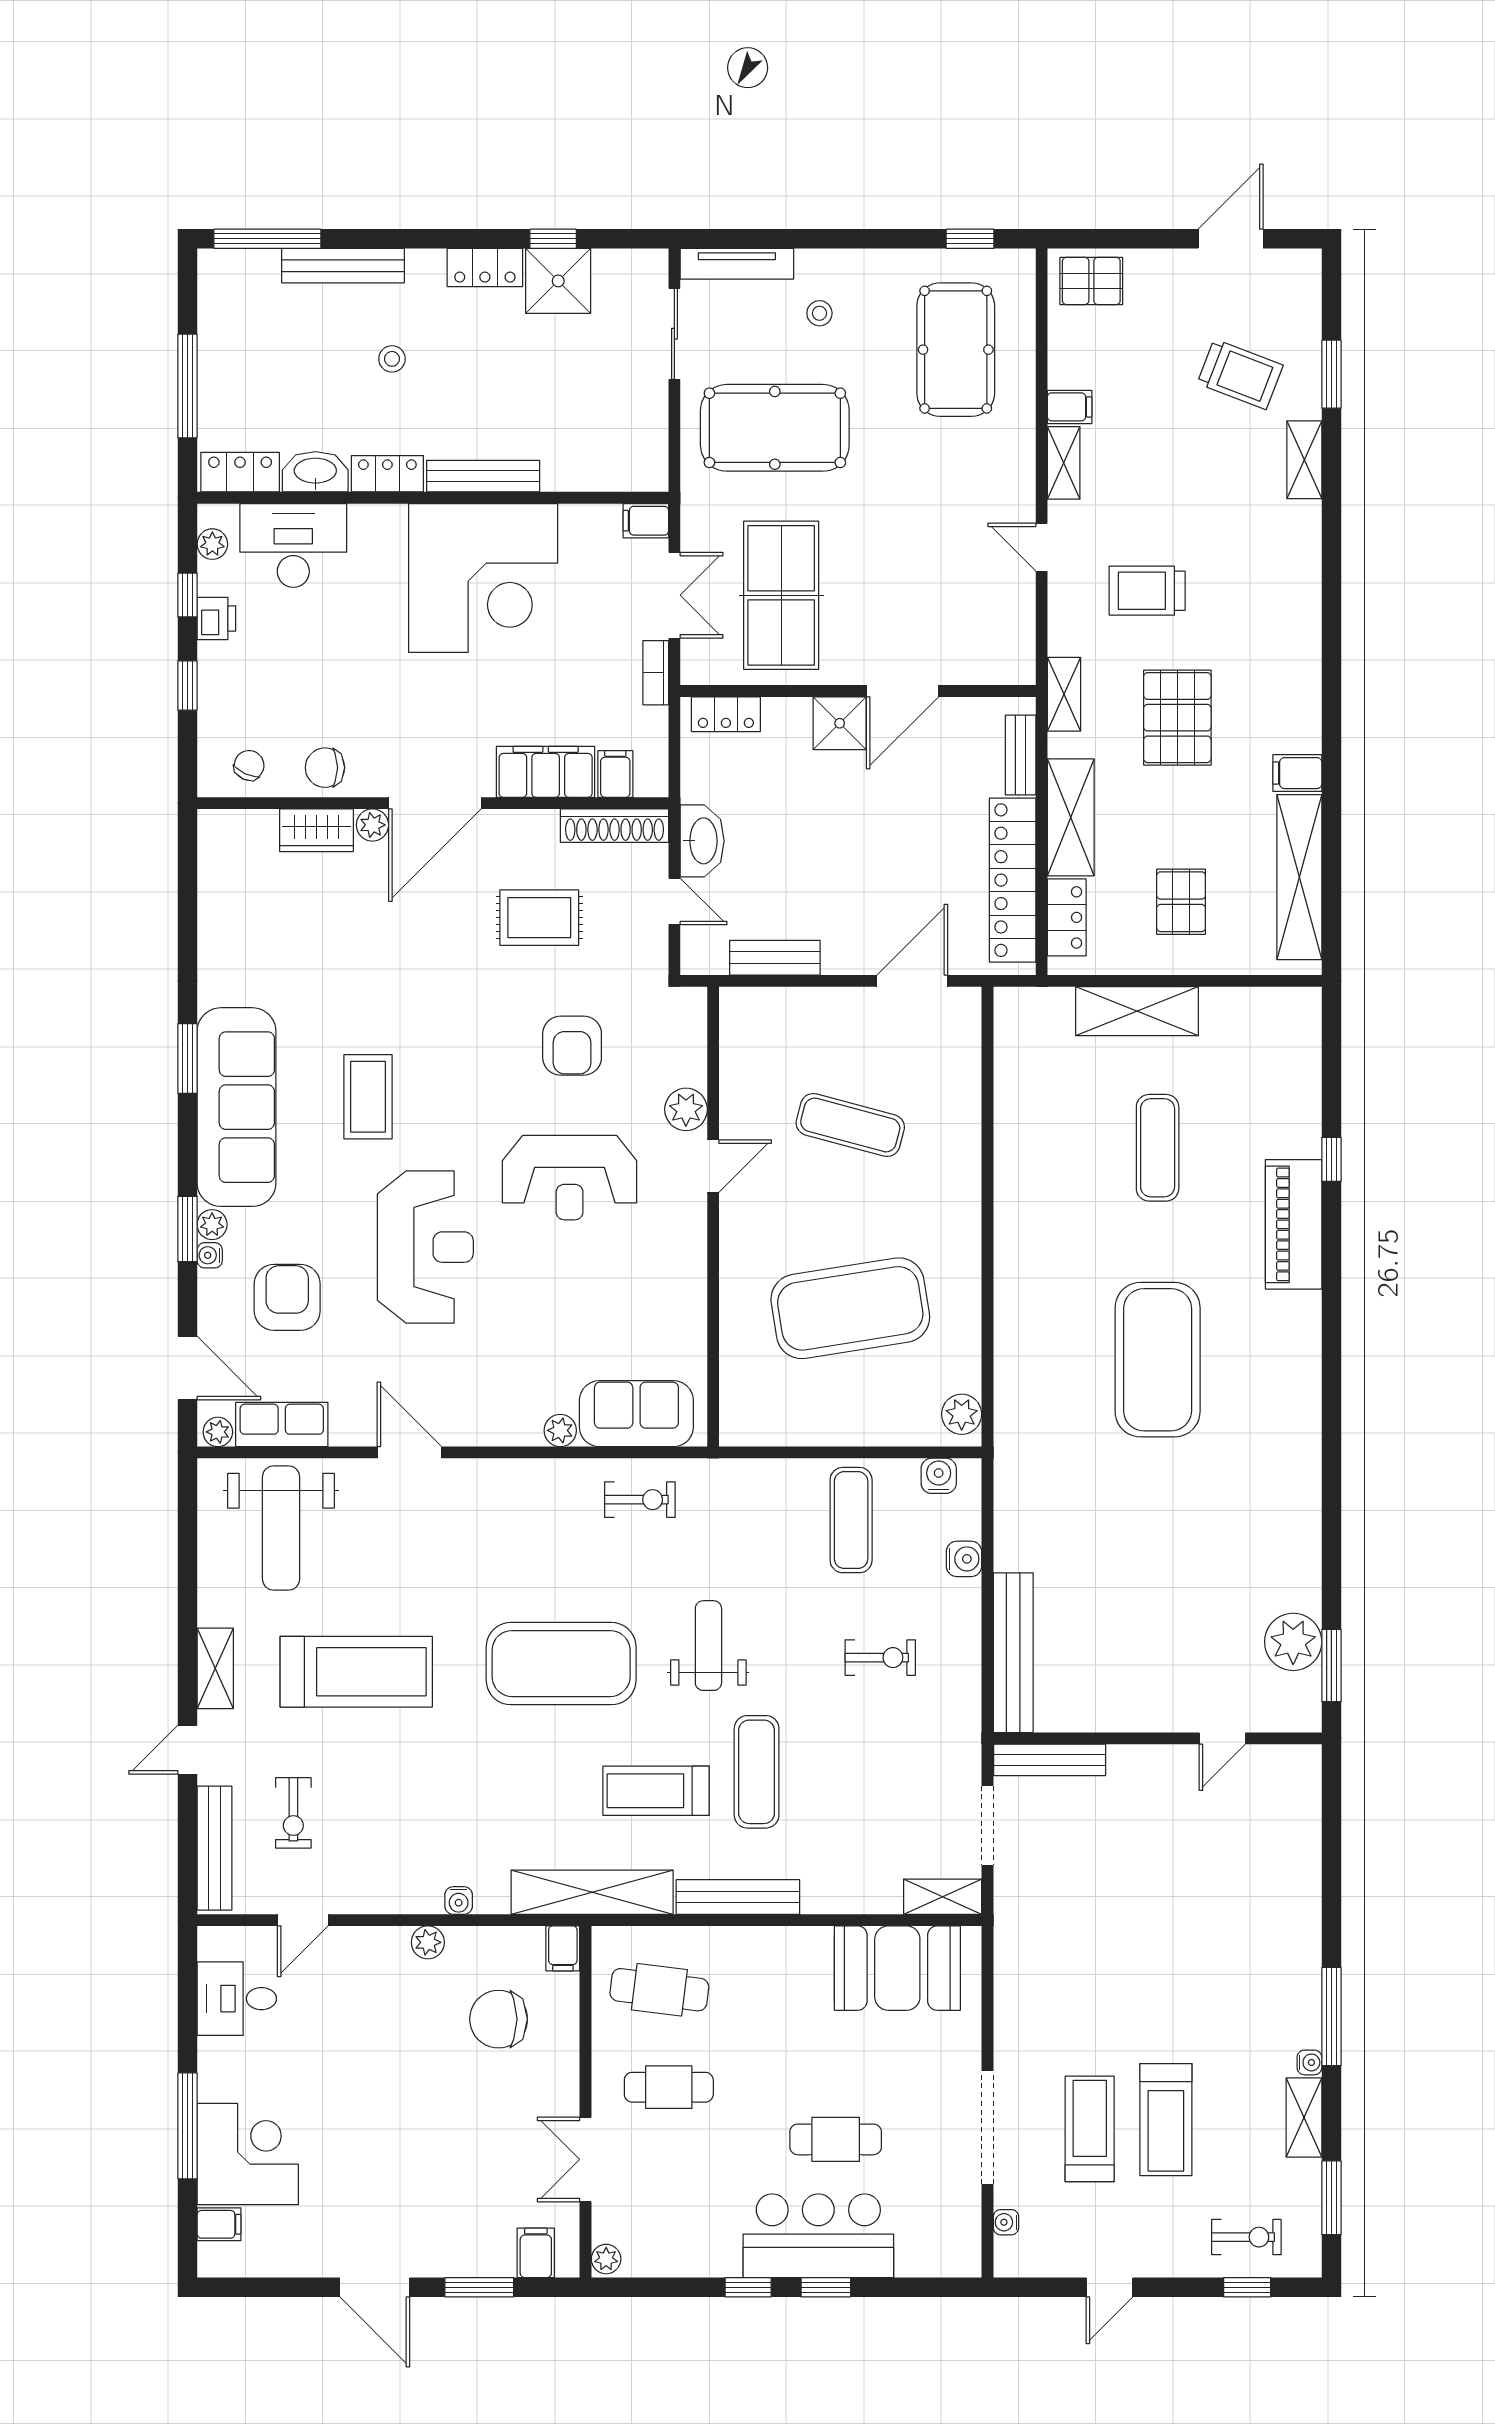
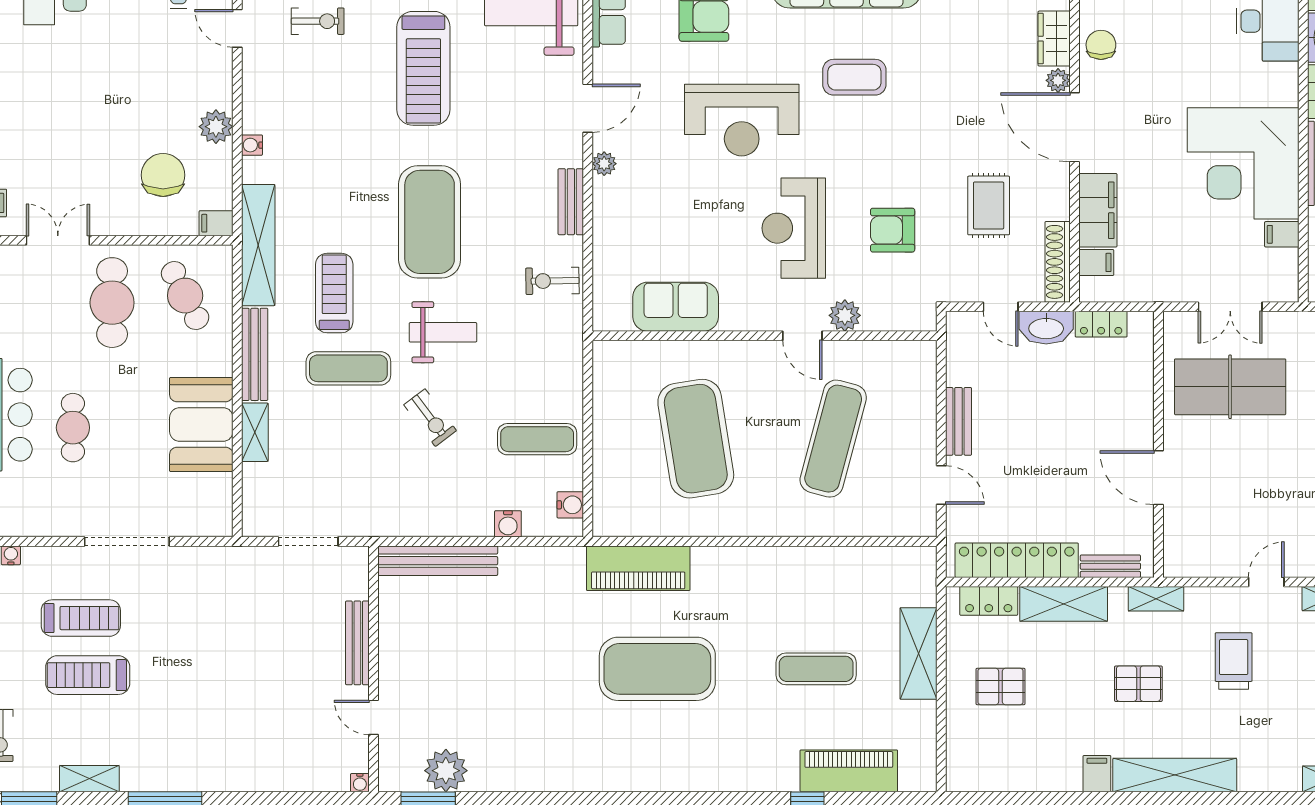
filing cabinet: (646, 521) -> (1282, 234), moved, turned -90
bookcase: (656, 673) -> (1172, 293), removed
locker: (726, 714) -> (1101, 324), moved, turned -90
pallet: (1177, 718) -> (1138, 684), width x0.67, depth x0.71
shower: (840, 723) -> (1134, 431), removed
shelving: (1299, 877) -> (1175, 775), moved
door: (674, 901) -> (1001, 307), hinge flipped
bench: (775, 958) -> (958, 421), moved
door: (912, 981) -> (941, 485), width x0.73
exercise mat: (850, 1125) -> (833, 439), width x1.36, depth x1.45
piano: (1294, 1224) -> (849, 771), moved
piano: (1023, 1385) -> (638, 568), added
sofa: (636, 1414) -> (676, 307), moved, turned -90
plant: (962, 1414) -> (616, 522), removed
plant: (560, 1430) -> (604, 164), moved
bench: (534, 1475) -> (571, 202), added
exercise bike: (640, 1500) -> (552, 281), turned 89
exercise bike: (880, 1658) -> (430, 418), moved, turned -37
bench: (1050, 1760) -> (357, 643), moved
exercise bike: (293, 1813) -> (318, 21), turned 180
shelving: (943, 1897) -> (255, 432), moved
plant: (428, 1942) -> (216, 127), width x1.38, depth x1.38
booth: (897, 1968) -> (201, 425), moved
cafe table: (659, 1990) -> (185, 296), turned -34
water cooler: (1309, 2062) -> (360, 783), moved
cafe table: (669, 2087) -> (112, 303), width x1.37, depth x1.35
doorway: (987, 2128) -> (127, 541), moved

